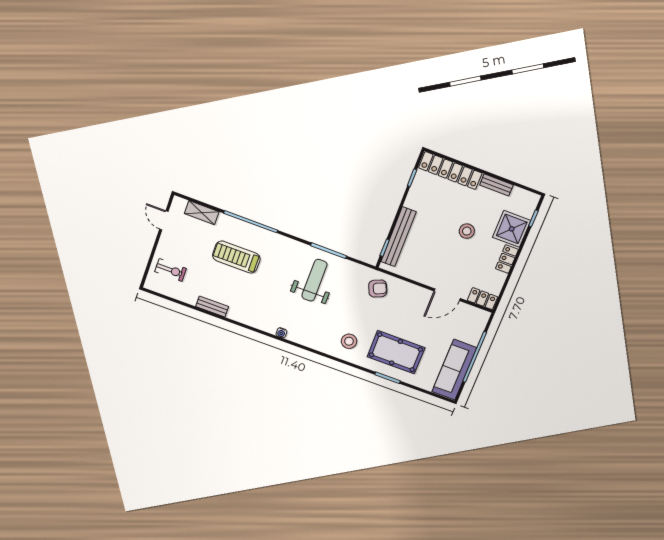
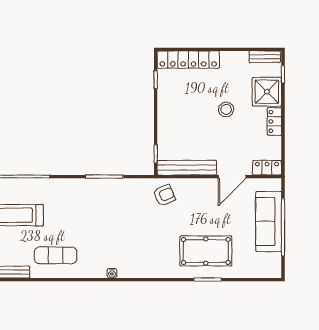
bench: (496, 185) -> (265, 57), moved
bench: (398, 237) -> (187, 168), moved, turned 90
weight bench: (314, 280) -> (102, 210), removed
exercise mat: (256, 306) -> (56, 255), added
water cooler: (281, 333) -> (112, 273), moved
stool: (349, 341) -> (157, 257), removed
sofa: (454, 370) -> (269, 221), moved

